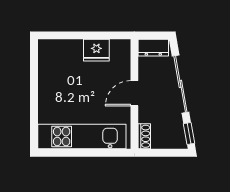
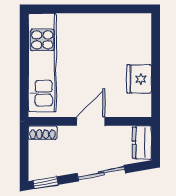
sliding door: (180, 84) -> (101, 173), width x0.73
door: (134, 93) -> (91, 121), hinge flipped

